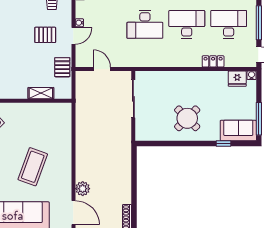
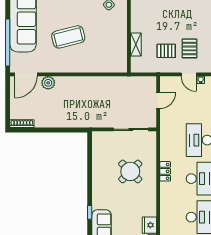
locker: (213, 61) -> (165, 171), moved
pallet: (62, 67) -> (166, 51), moved
round table: (187, 118) -> (130, 171), moved
coffee table: (33, 167) -> (68, 37), turned -34

